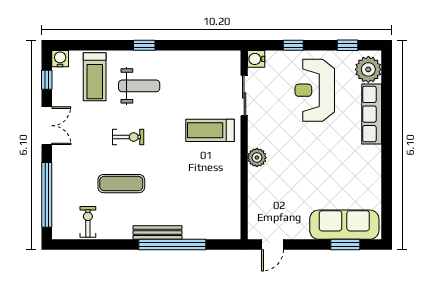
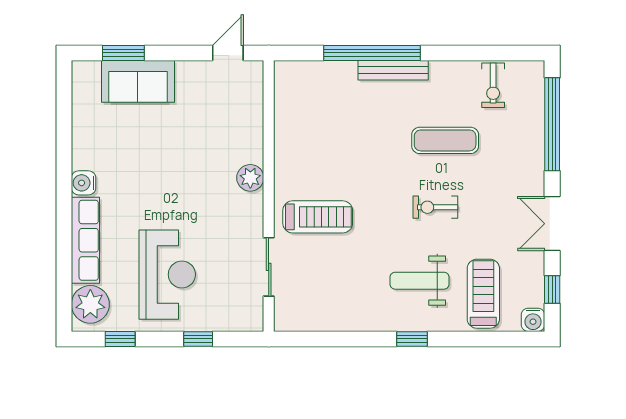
water cooler: (256, 59) -> (84, 183), moved, turned 180
sofa: (344, 225) -> (138, 81), width x0.73

